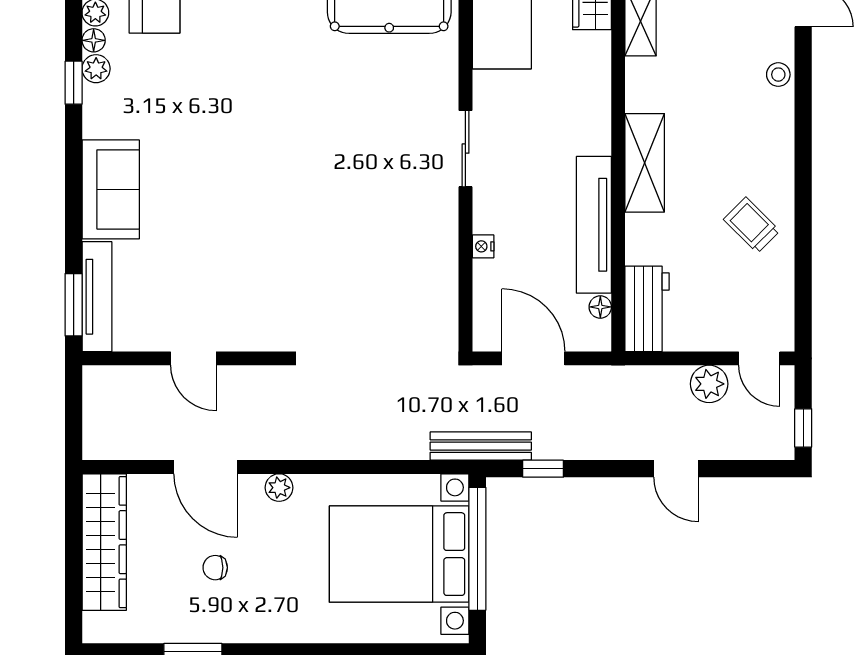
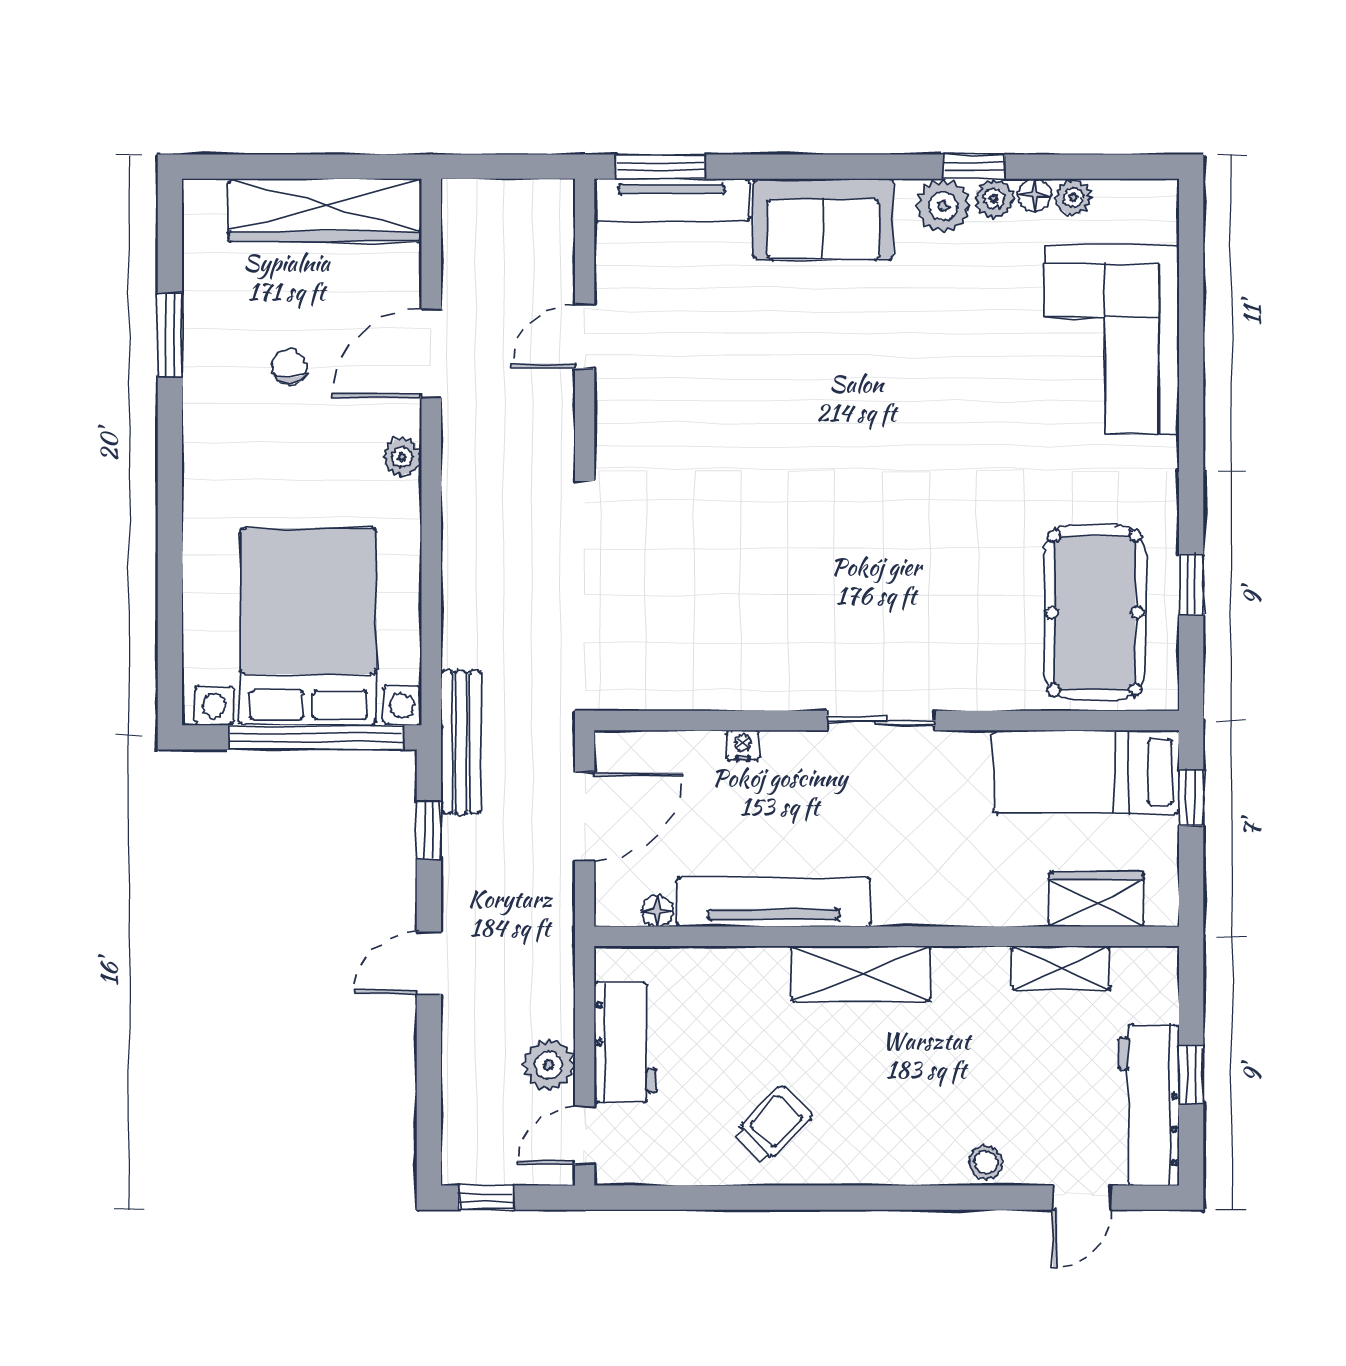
plant: (101, 105) -> (943, 206), added
workbench: (647, 309) -> (625, 1042), moved, turned -90
door: (676, 469) -> (429, 963), moved

